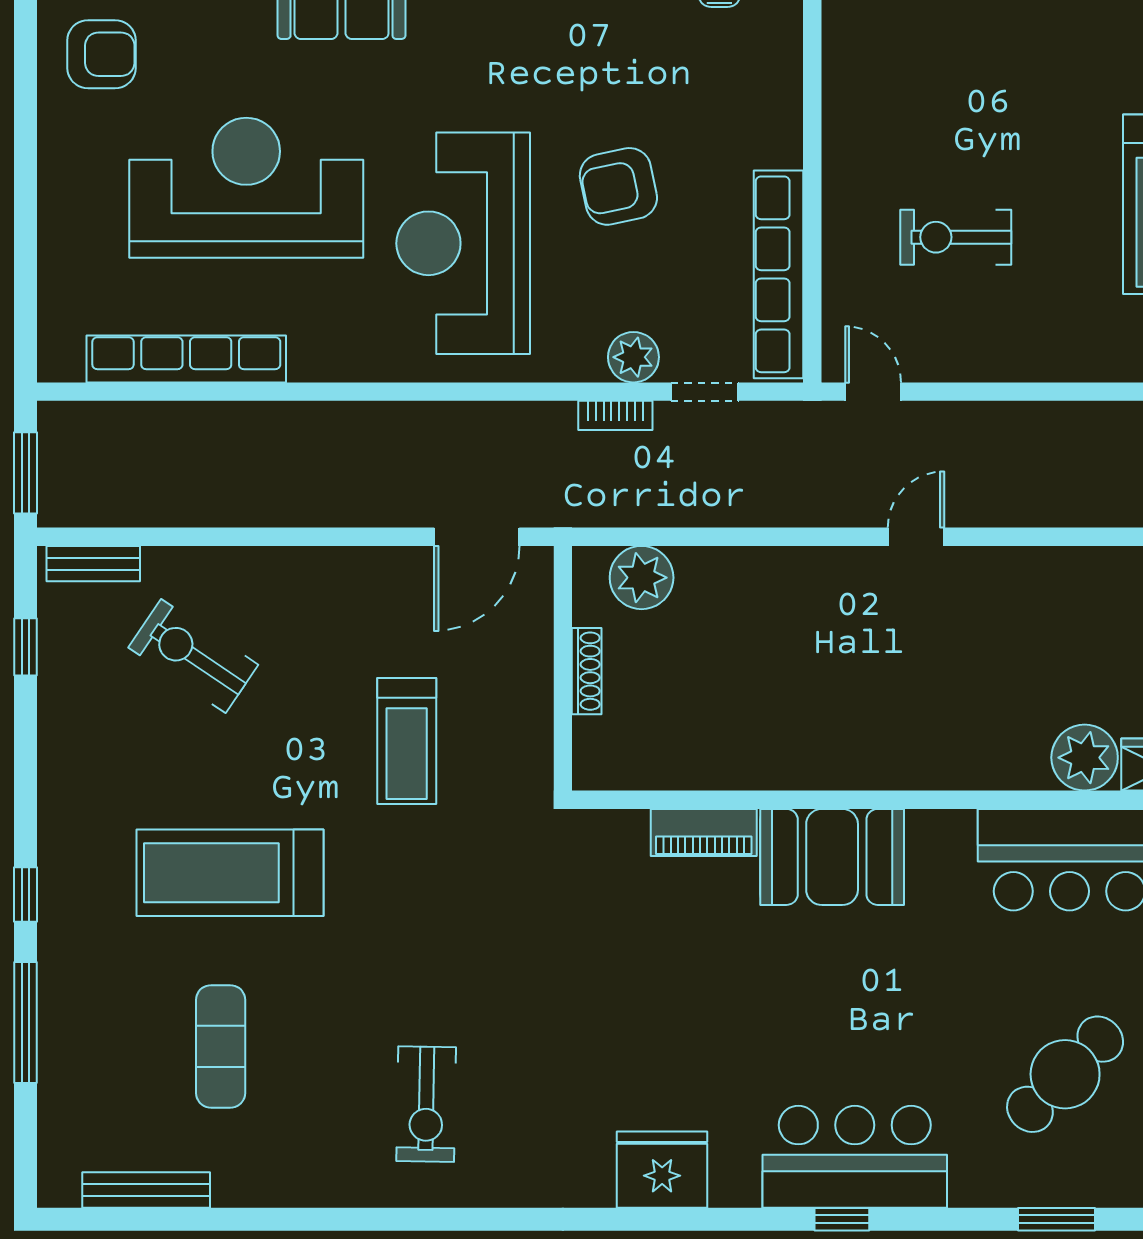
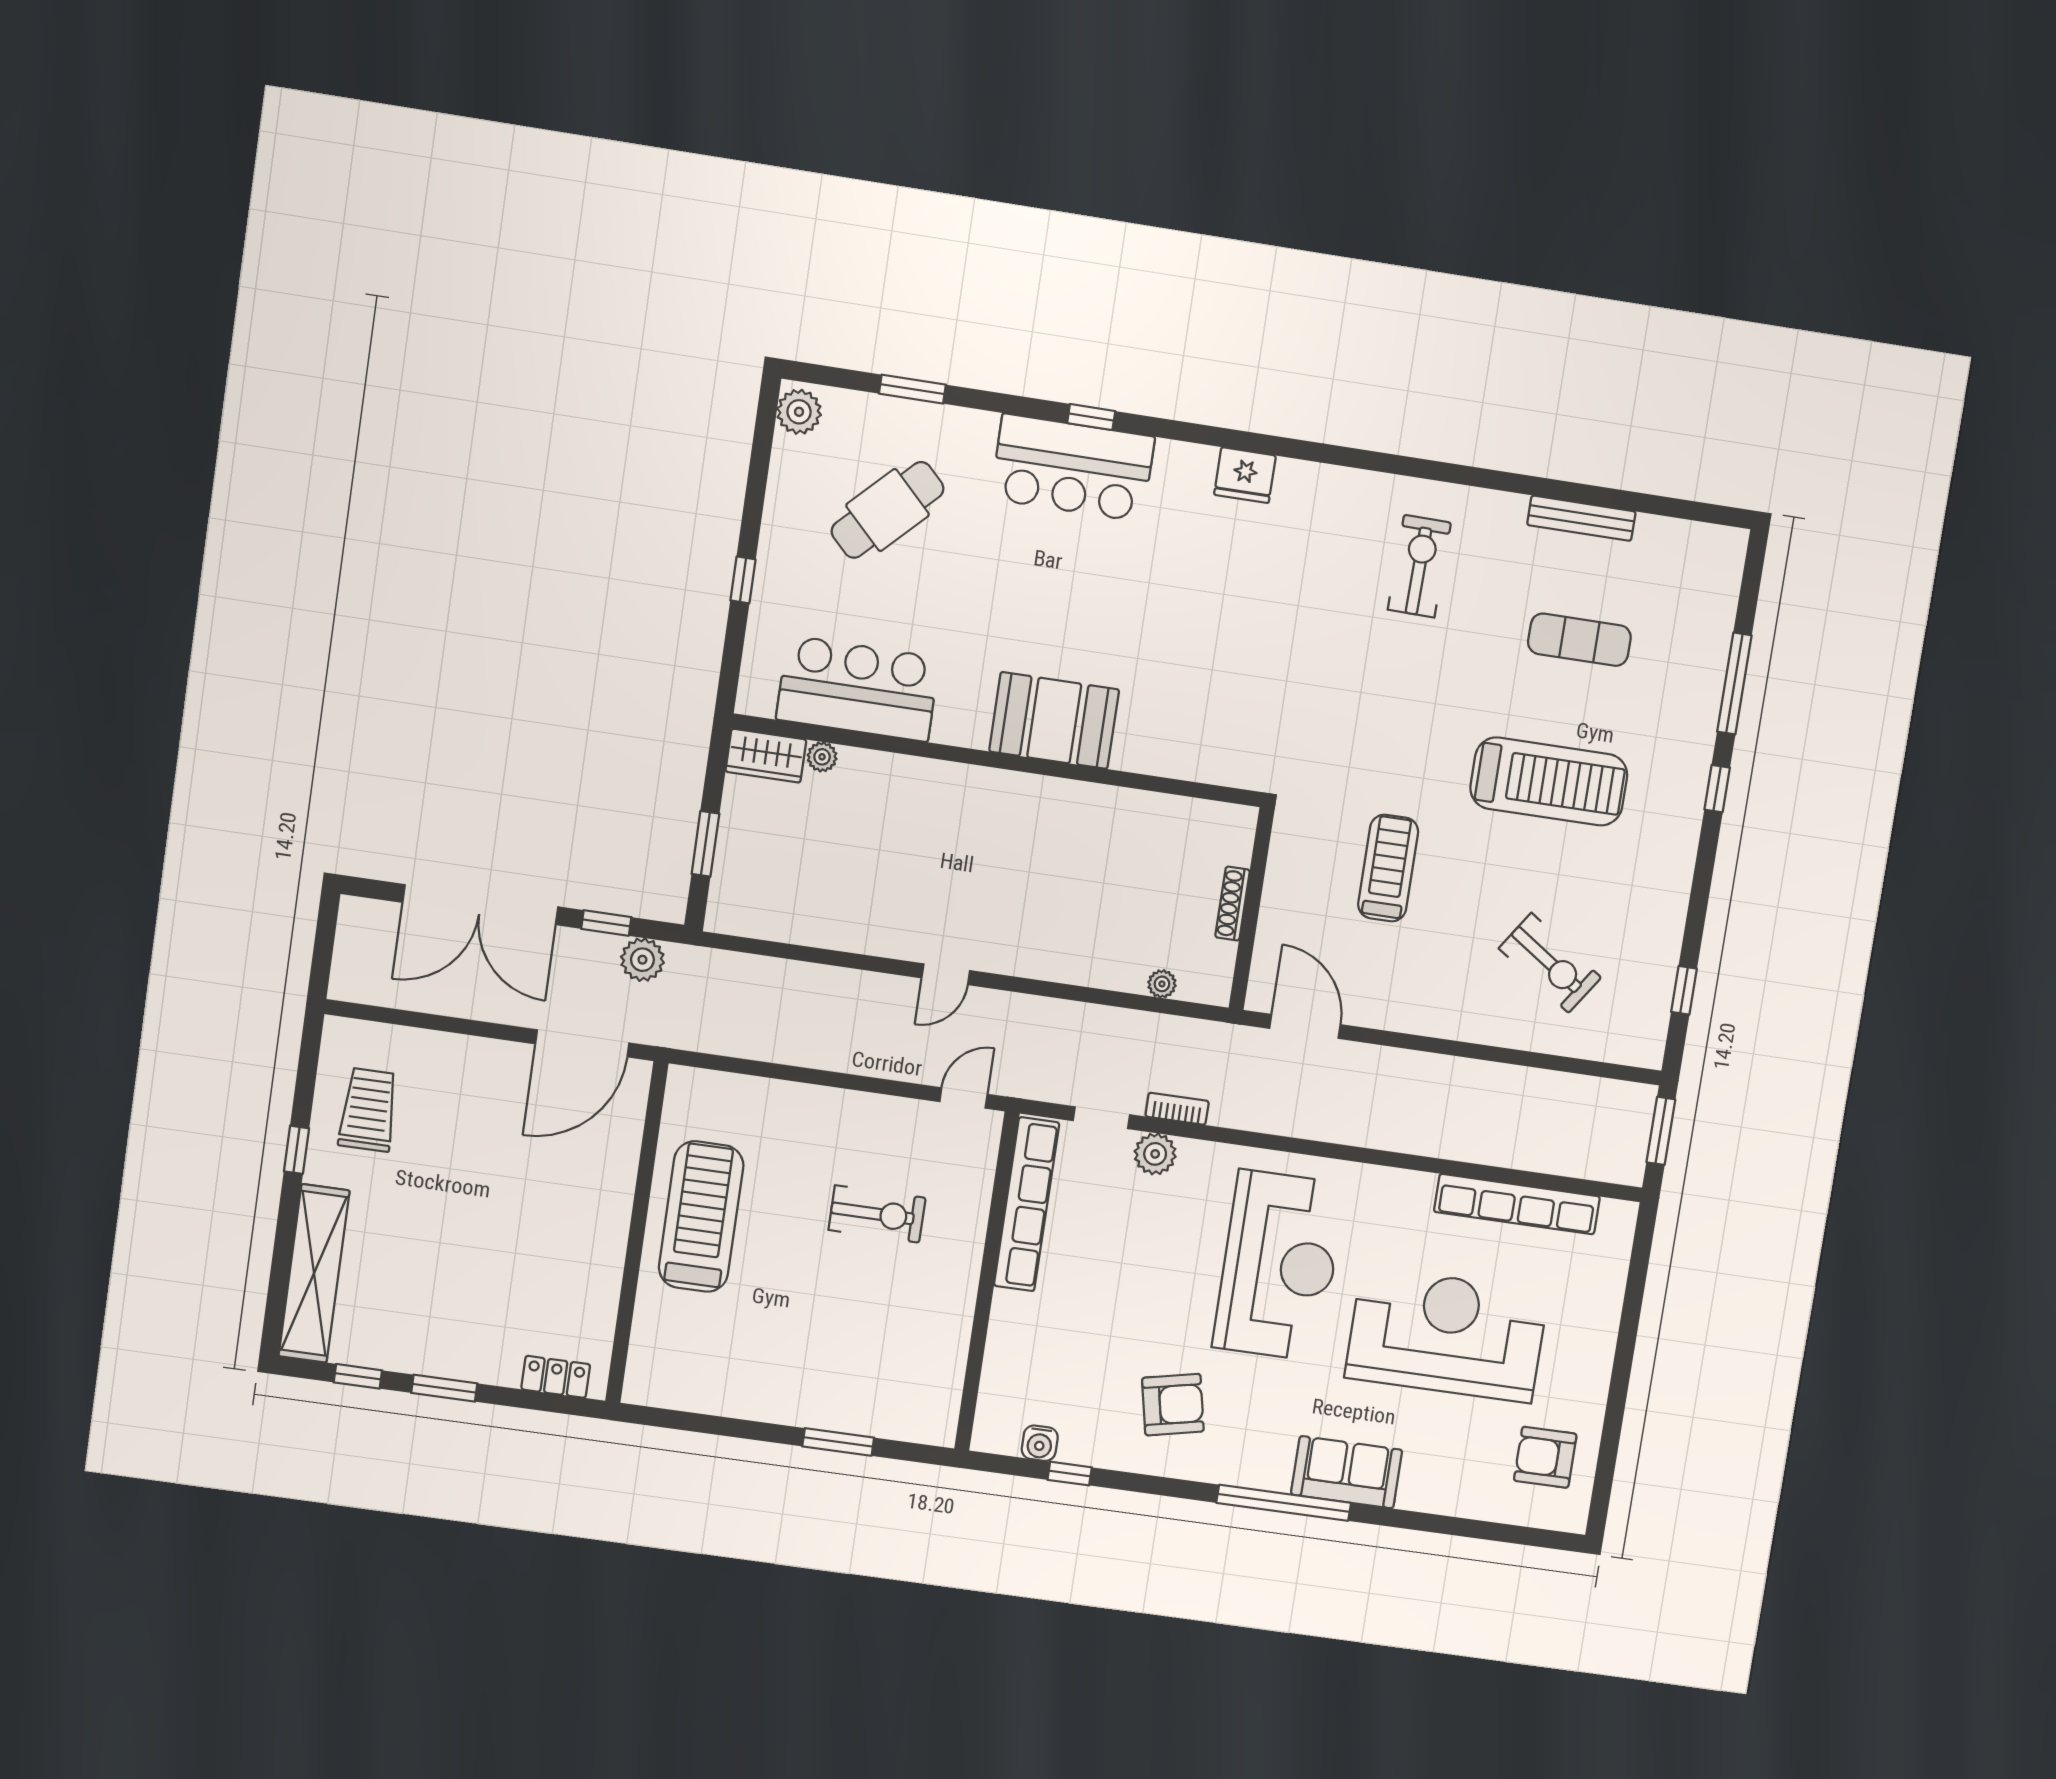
armchair: (618, 186) -> (1173, 1405), moved
reception desk: (246, 188) -> (1447, 1335), turned 180
door: (873, 392) -> (963, 1098), swing flipped
door: (477, 537) -> (1305, 1026), hinge flipped
bench: (93, 564) -> (1618, 1050), removed
plant: (642, 578) -> (1162, 984), width x0.53, depth x0.53
plant: (1085, 758) -> (822, 757), width x0.53, depth x0.53
piano: (704, 832) -> (1157, 757), removed
exercise mat: (221, 1046) -> (1579, 640), turned 90
fridge: (662, 1170) -> (1245, 475), width x0.73, depth x0.75
bench: (146, 1190) -> (1581, 518), moved

